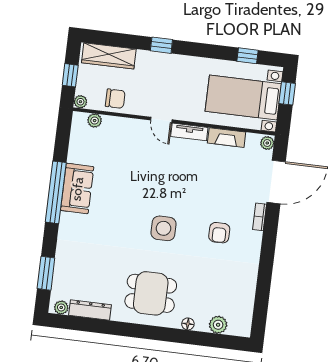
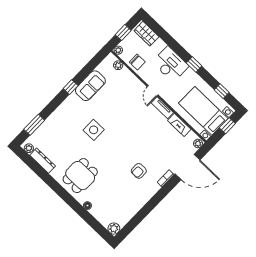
window: (161, 45) -> (194, 64), moved
wardrobe: (109, 56) -> (146, 34), width x0.67
desk: (159, 70) -> (170, 64), added
sofa: (77, 189) -> (90, 86), moved
window: (56, 192) -> (71, 87), width x0.32
side table: (164, 228) -> (94, 130), moved
dining table: (151, 293) -> (80, 176), turned 90
plant: (218, 325) -> (114, 229), moved

